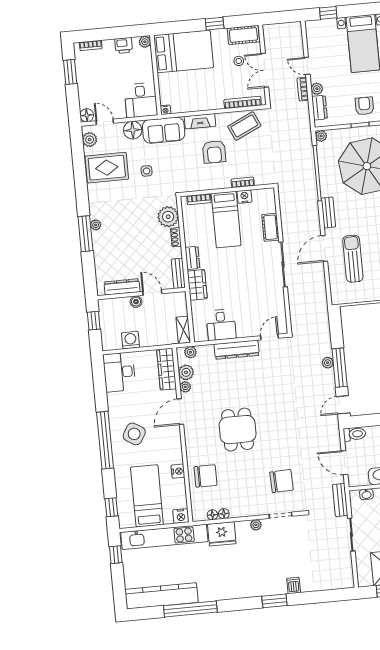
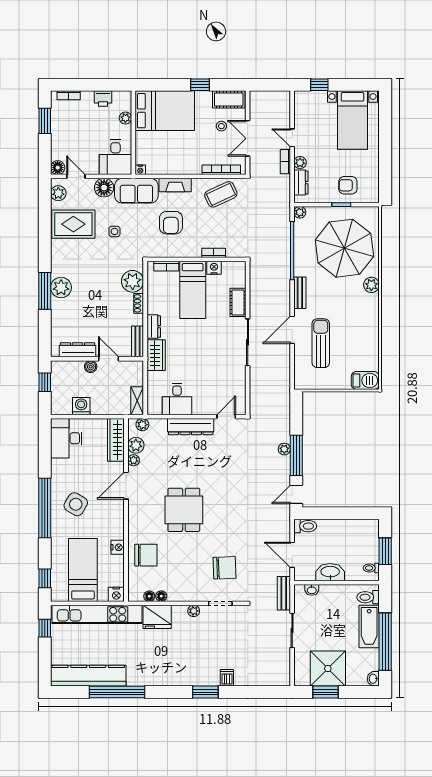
plant: (145, 42) -> (125, 118), moved
armchair: (364, 106) -> (348, 185), turned -90
armchair: (214, 152) -> (171, 223), moved
plant: (96, 225) -> (61, 288), width x1.87, depth x1.87

